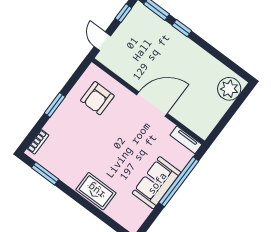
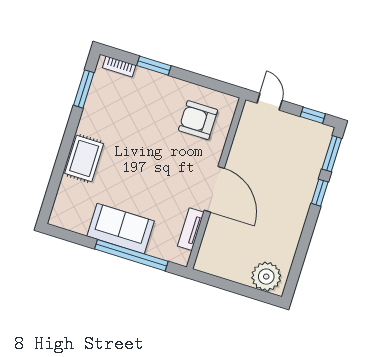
door: (102, 41) -> (270, 102), hinge flipped
window: (55, 105) -> (154, 66), moved
tv unit: (186, 140) -> (191, 229), moved

